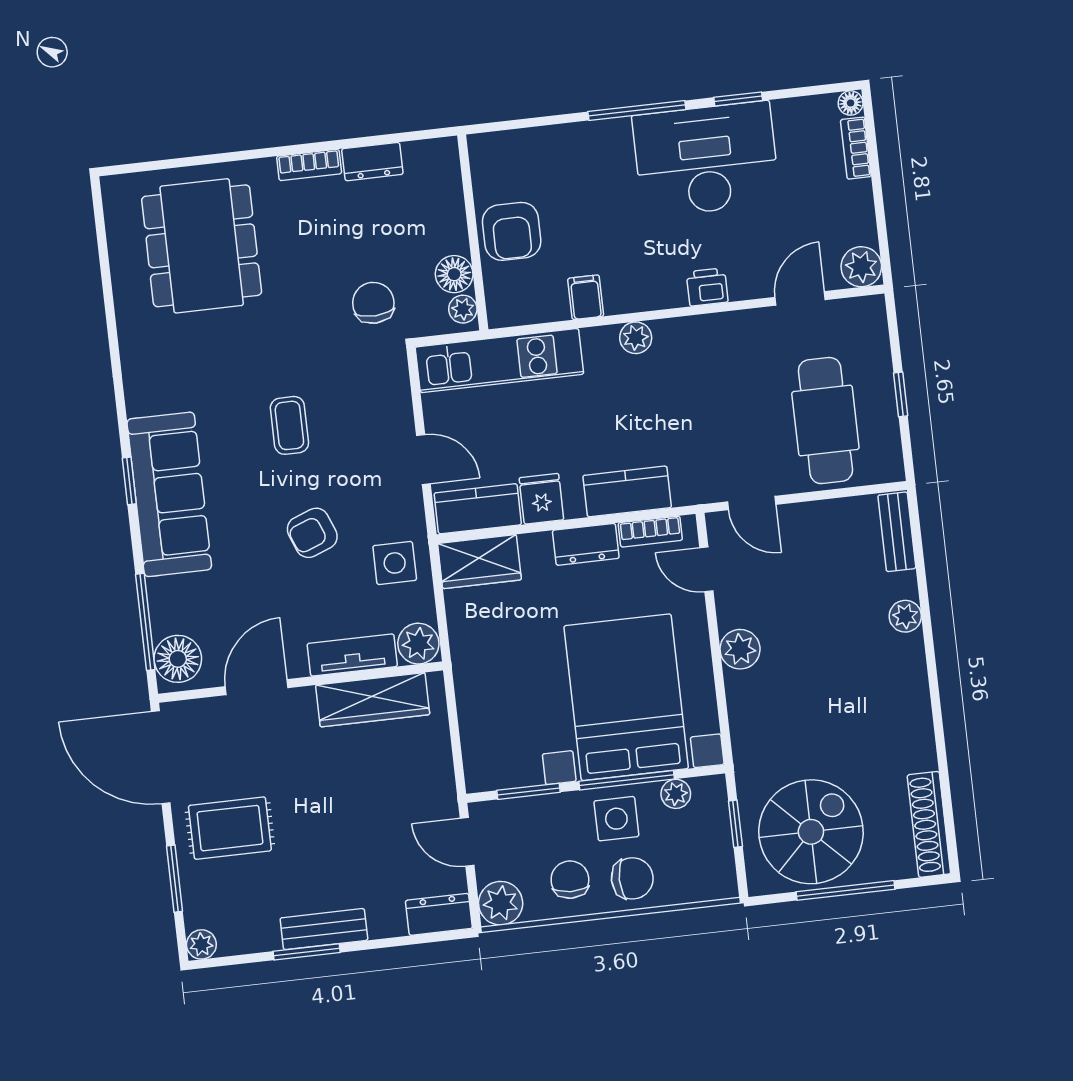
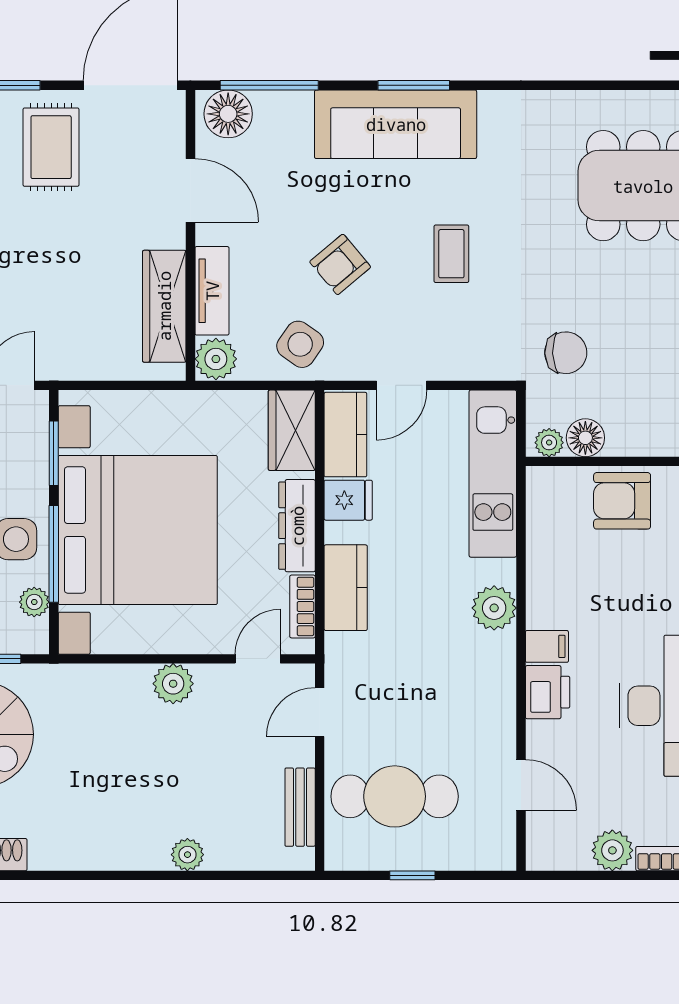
plant: (861, 267) -> (612, 850), moved
printer: (707, 287) -> (548, 692), width x1.36, depth x1.24
filing cabinet: (586, 297) -> (547, 646), moved
plant: (636, 338) -> (494, 608), width x1.38, depth x1.38
coffee table: (289, 425) -> (451, 254), turned 90
window: (129, 481) -> (414, 85), width x1.50
bench: (897, 532) -> (300, 807), moved, turned 90
armchair: (312, 533) -> (340, 264), turned -109
dresser: (586, 544) -> (297, 526), width x1.44
side table: (395, 563) -> (300, 344), turned 35
bed with nightstands: (626, 697) -> (138, 530), width x1.36

